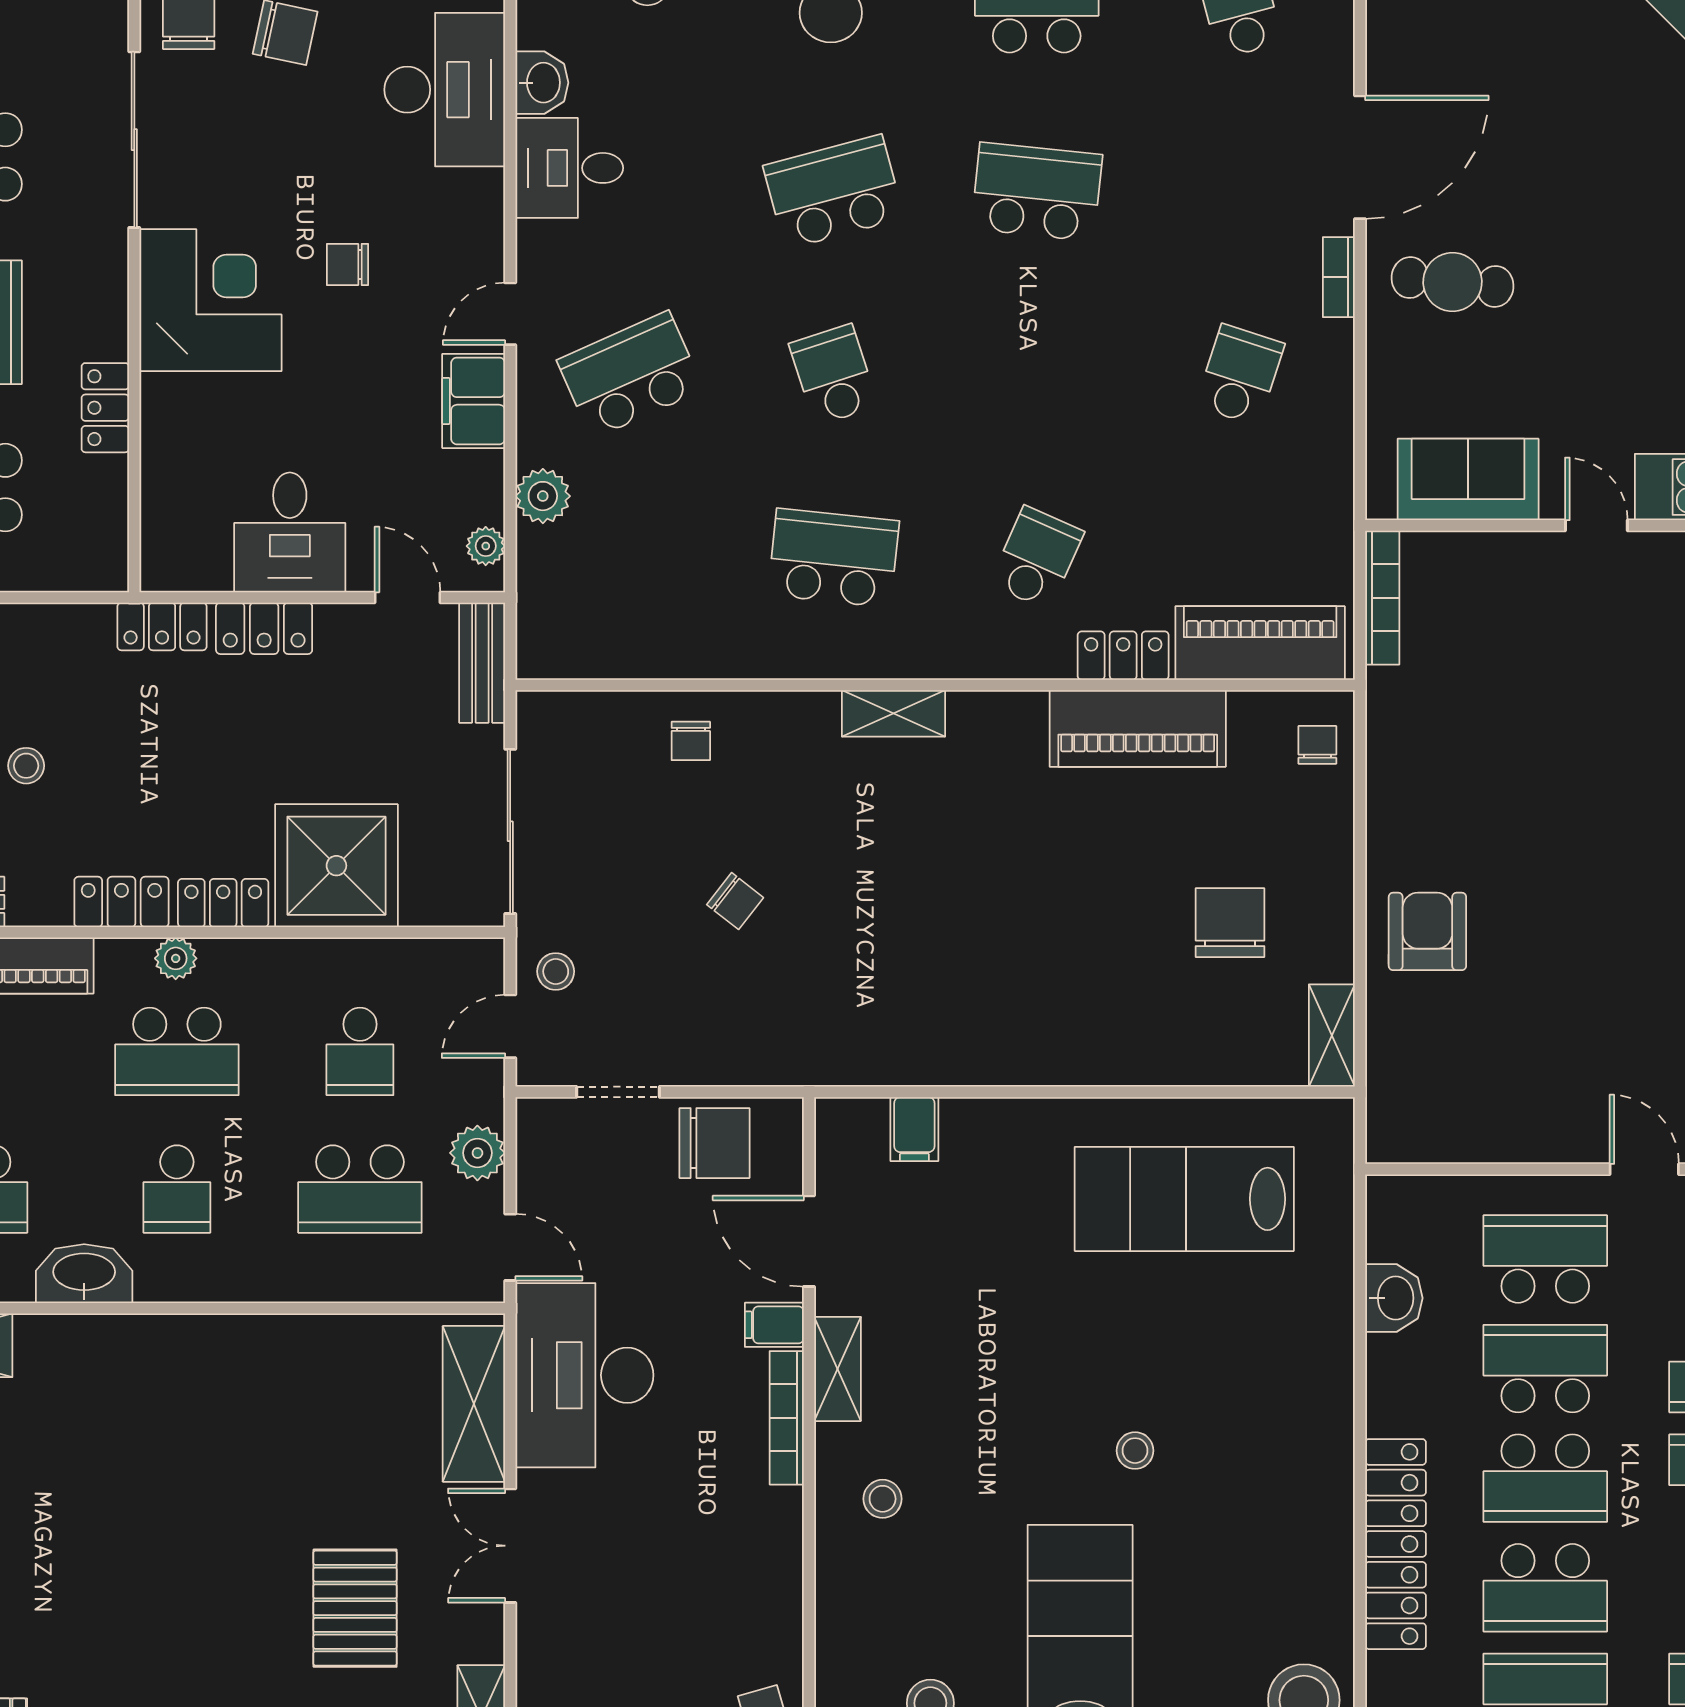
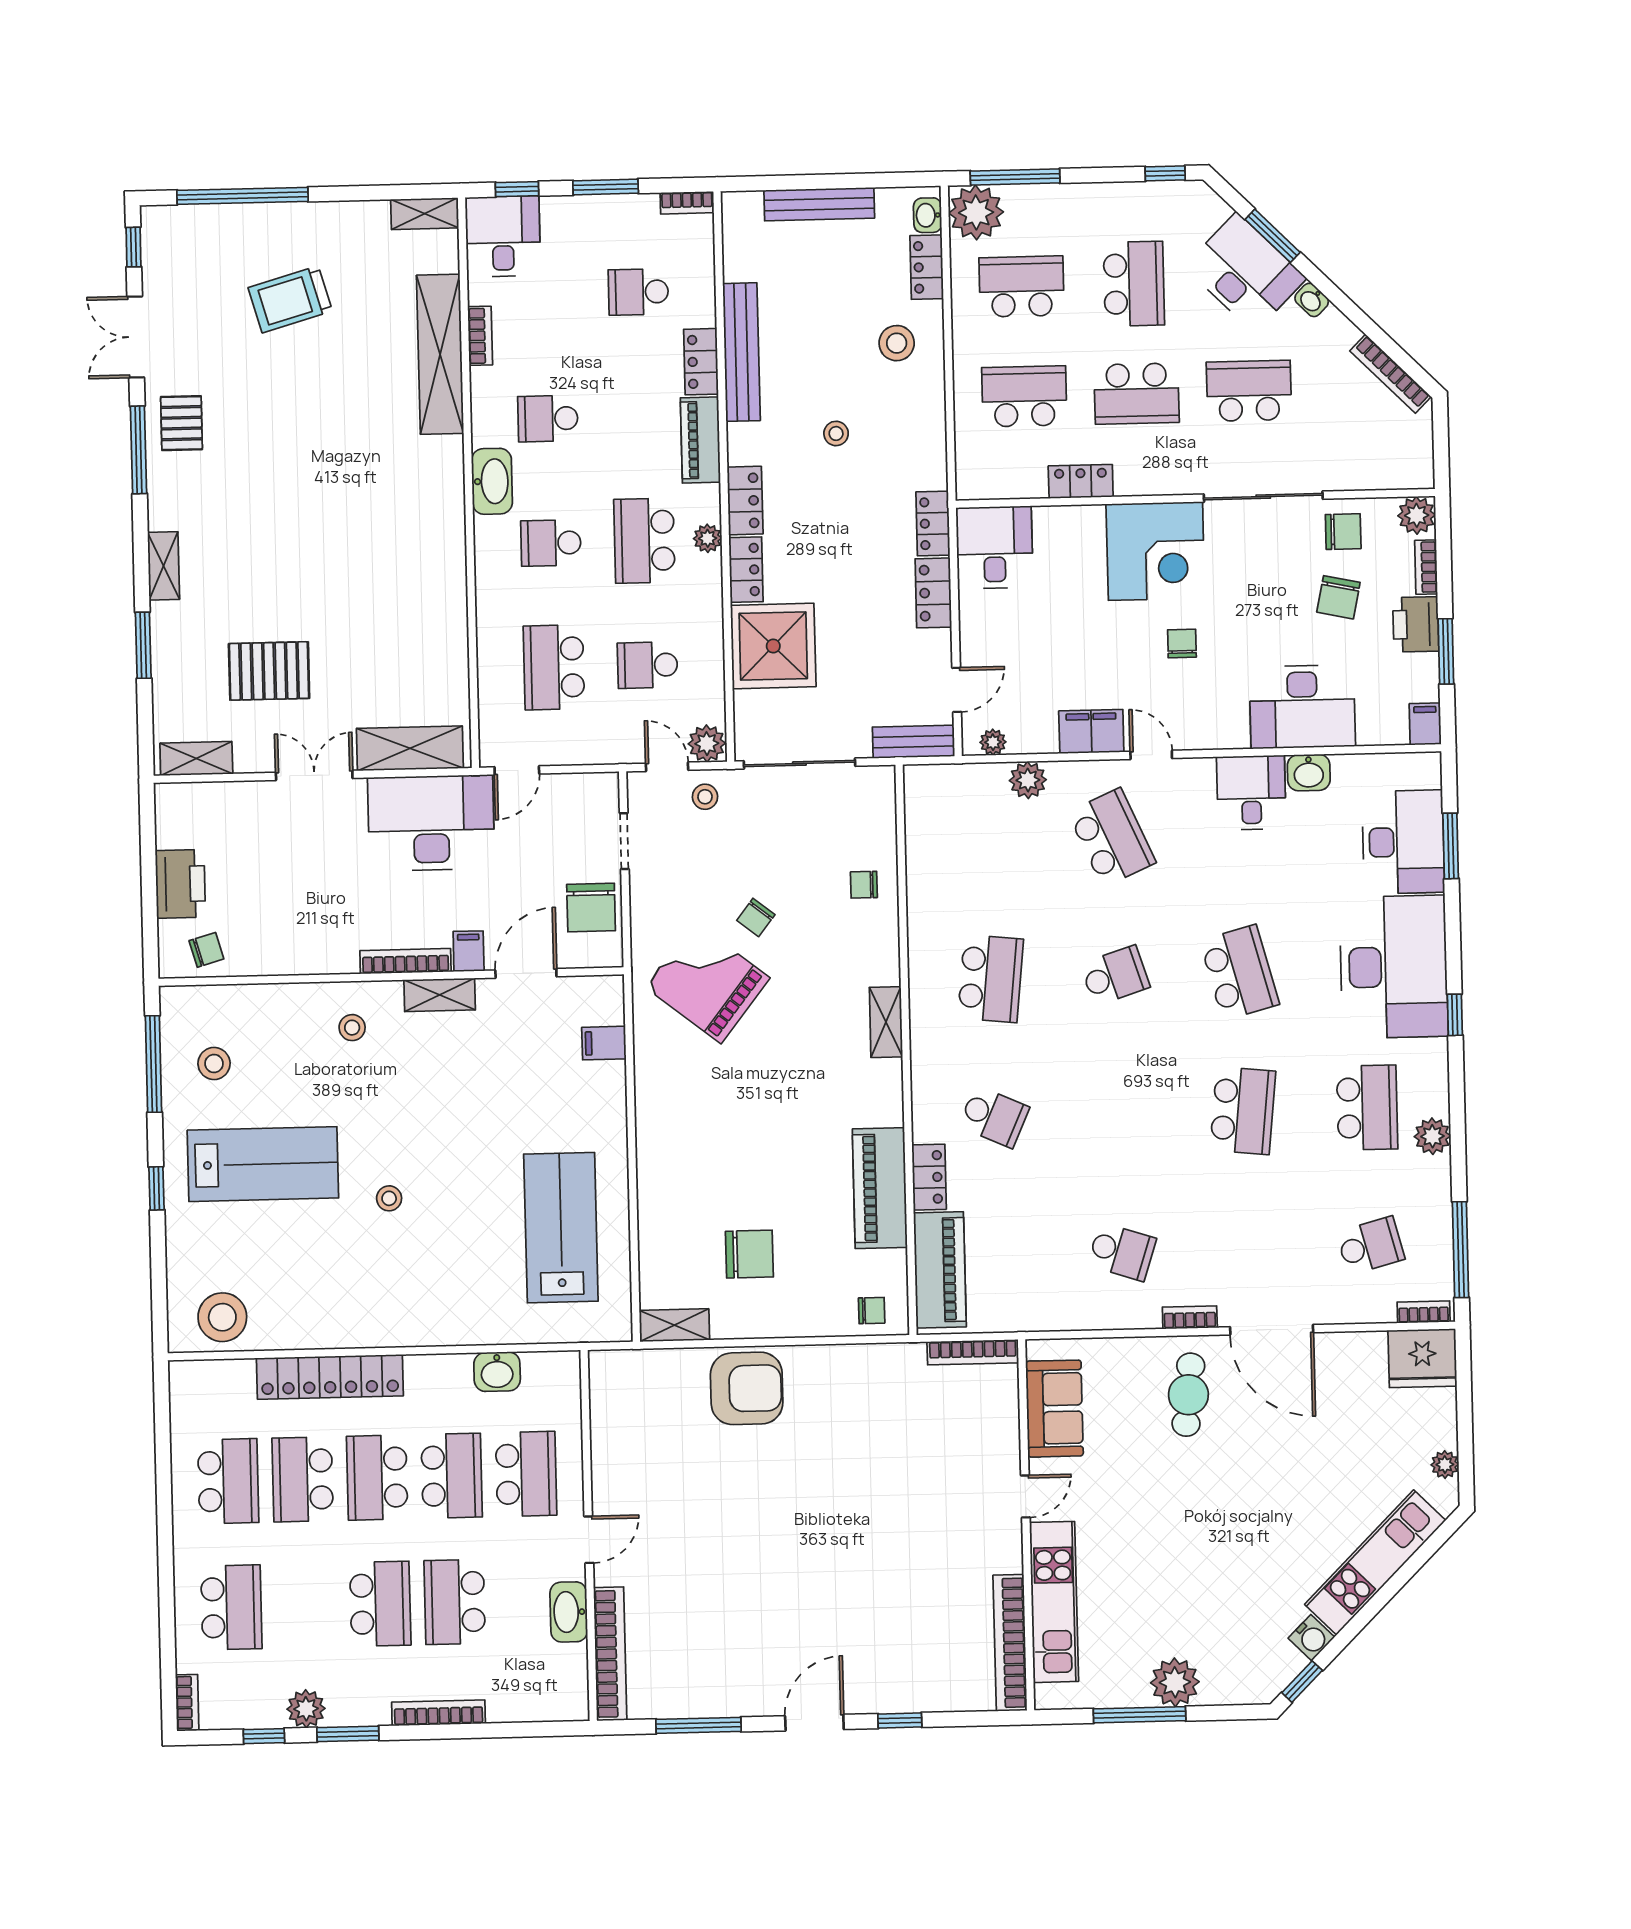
desk: (290, 532) -> (994, 547), moved, turned 90
armchair: (1427, 931) -> (747, 1388), width x1.36, depth x1.36
grand piano: (829, 975) -> (707, 982), added
plant: (477, 1153) -> (707, 744), moved

